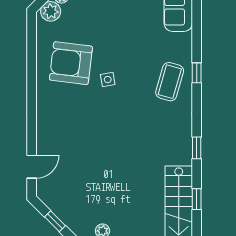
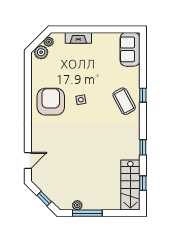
armchair: (71, 63) -> (51, 102), moved, turned 83
coffee table: (170, 82) -> (124, 101), turned -44

